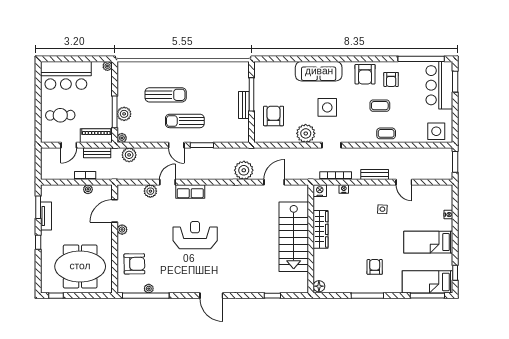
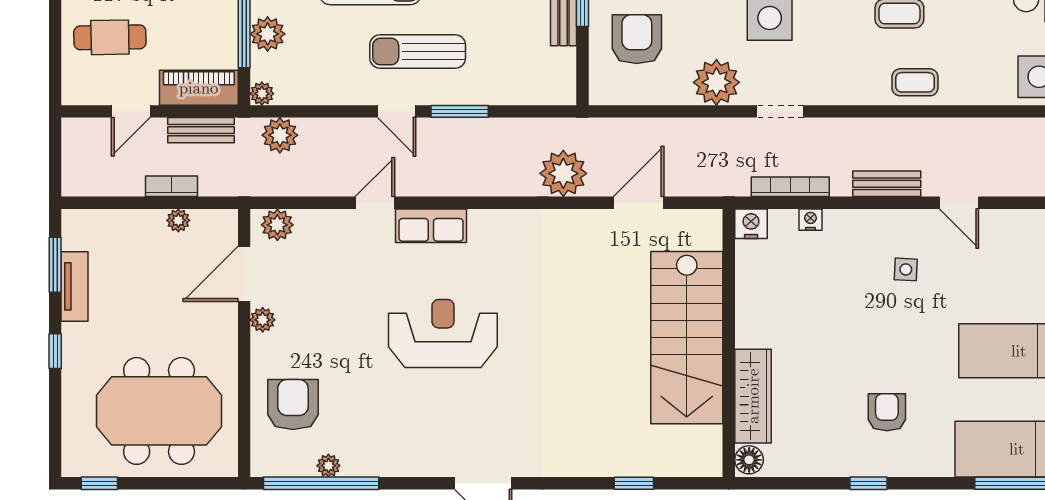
plant: (150, 191) -> (277, 225), moved
wardrobe: (321, 229) -> (753, 396), moved
armchair: (134, 264) -> (293, 405), turned -89
window: (367, 296) -> (869, 483), width x0.46

